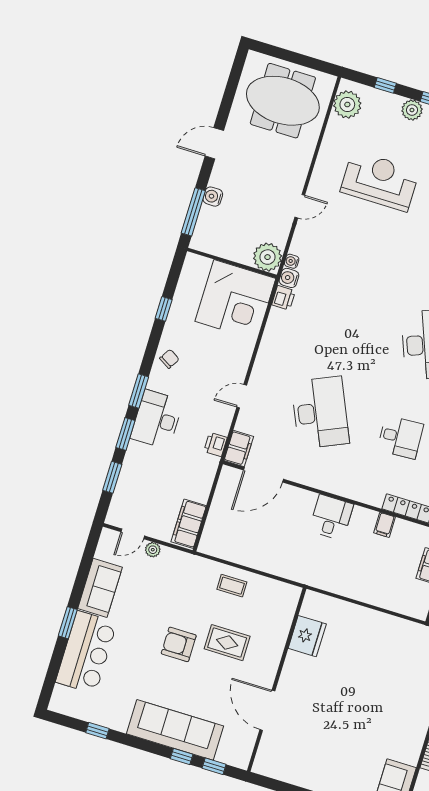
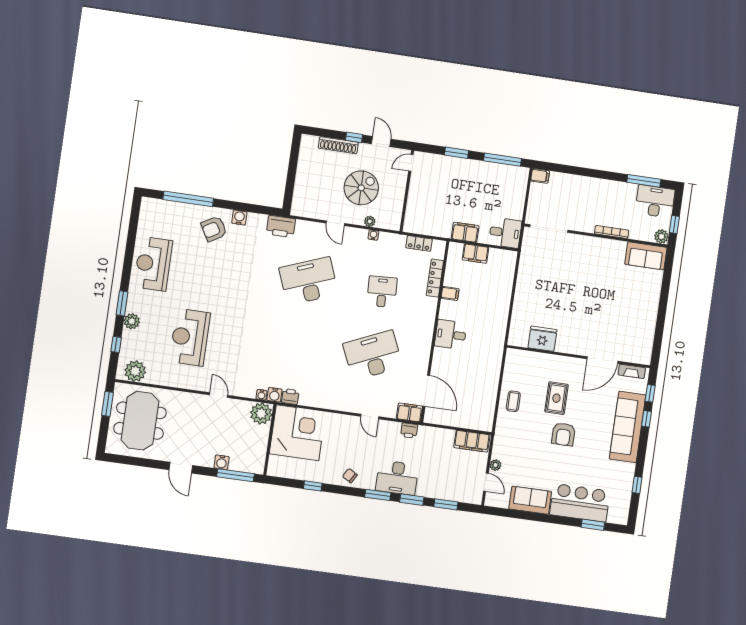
window: (311, 63) -> (107, 404), added
window: (68, 623) -> (593, 525), moved
fireplace: (247, 747) -> (632, 371), added

